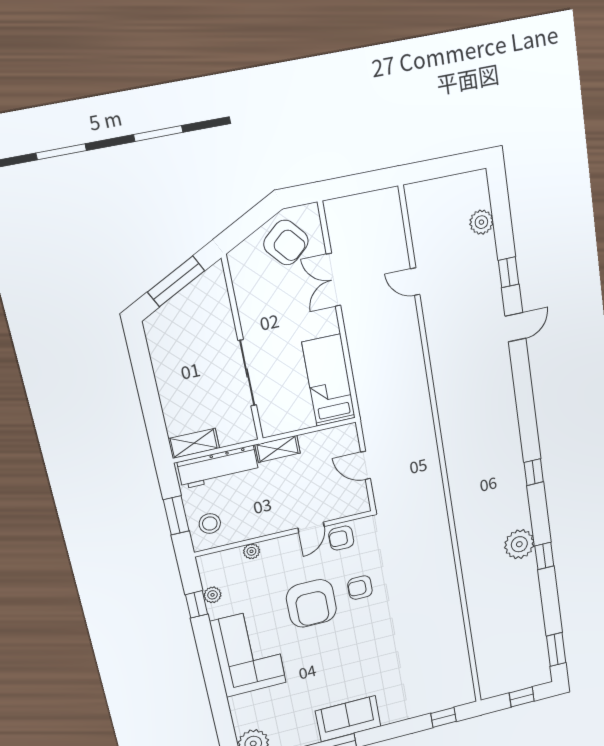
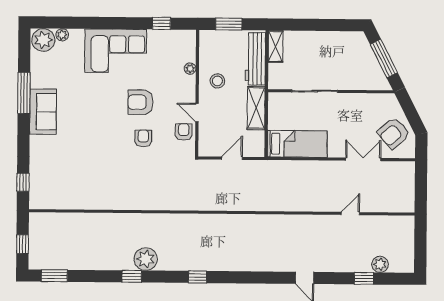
window: (509, 272) -> (364, 278), moved
shelving: (278, 449) -> (256, 108), width x1.50, depth x1.33
stool: (210, 524) -> (217, 81), moved
plant: (213, 595) -> (62, 35), moved
armchair: (311, 603) -> (141, 102), width x0.73, depth x0.73

